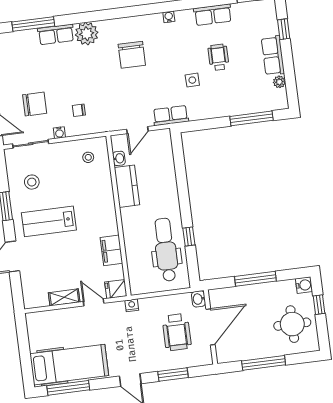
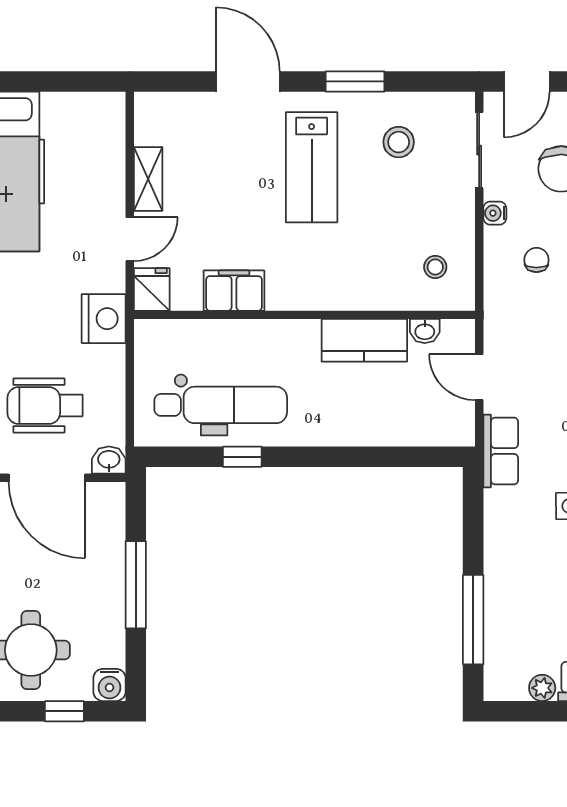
lab bench: (49, 221) -> (312, 167), turned 180
nightstand: (132, 305) -> (104, 319), width x1.89, depth x1.79

